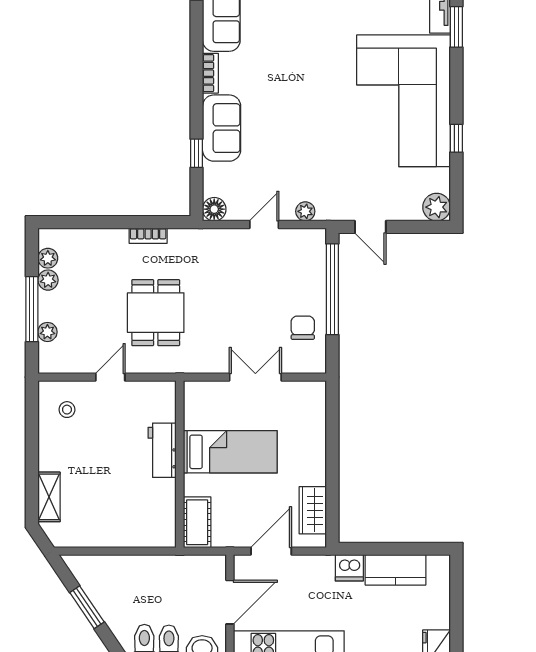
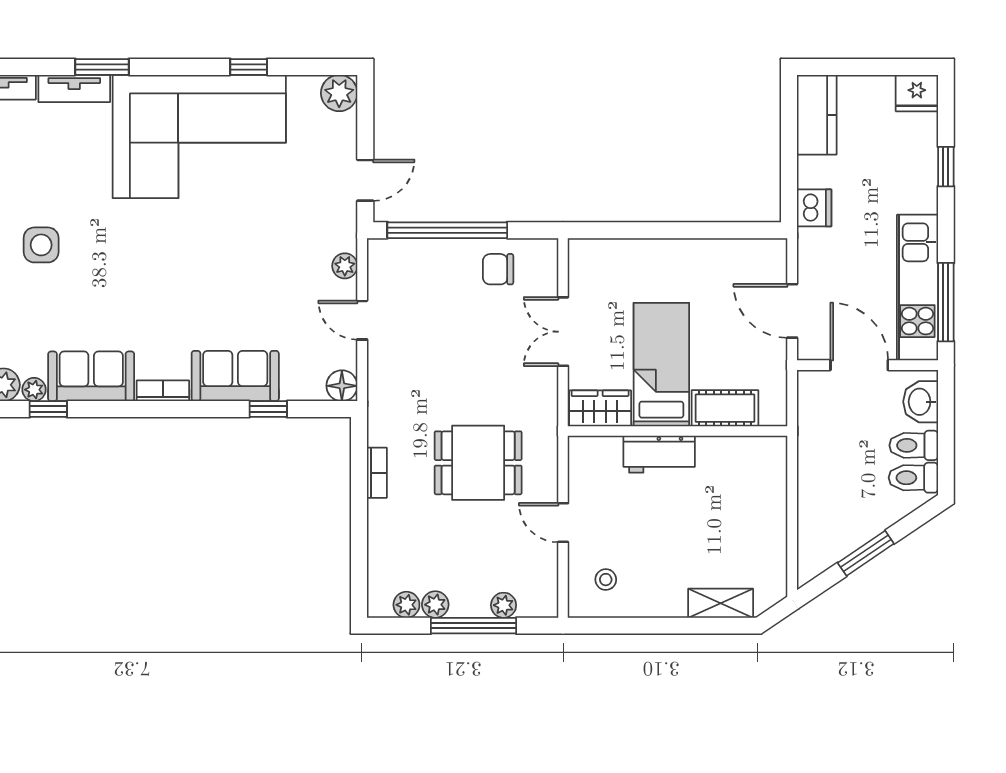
wardrobe: (313, 510) -> (600, 408), moved, turned 180
cot: (197, 522) -> (725, 408), moved
kitchen counter: (395, 570) -> (817, 115), moved

